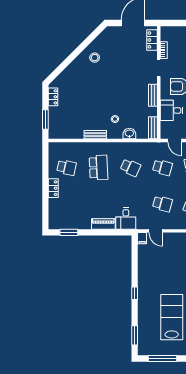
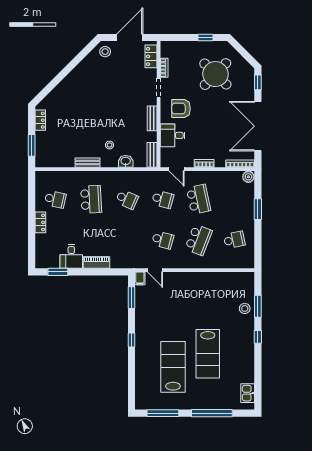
stool: (95, 58) -> (105, 52), moved
desk: (126, 219) -> (71, 256), moved
window: (135, 335) -> (132, 298), moved

